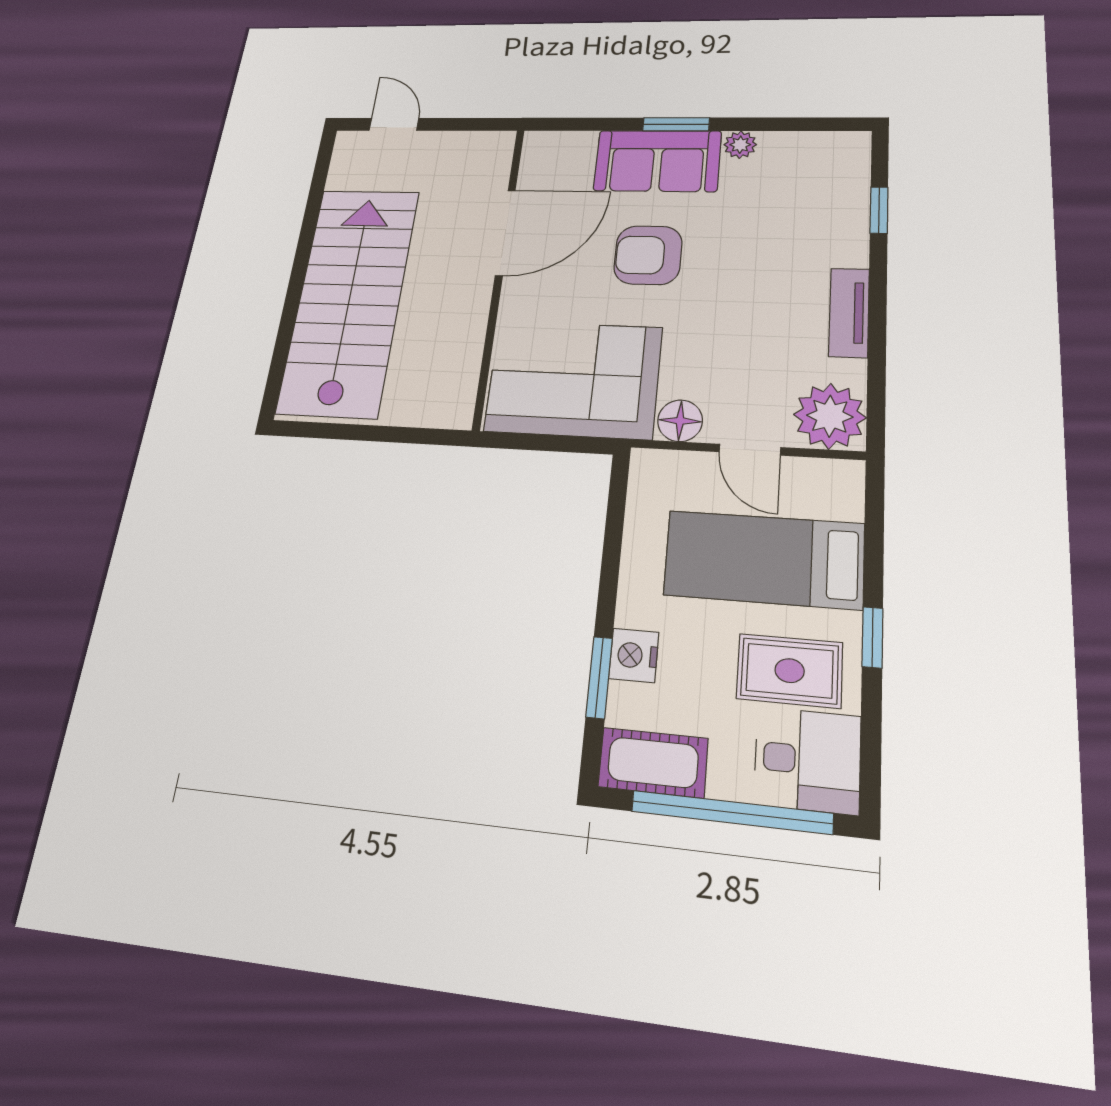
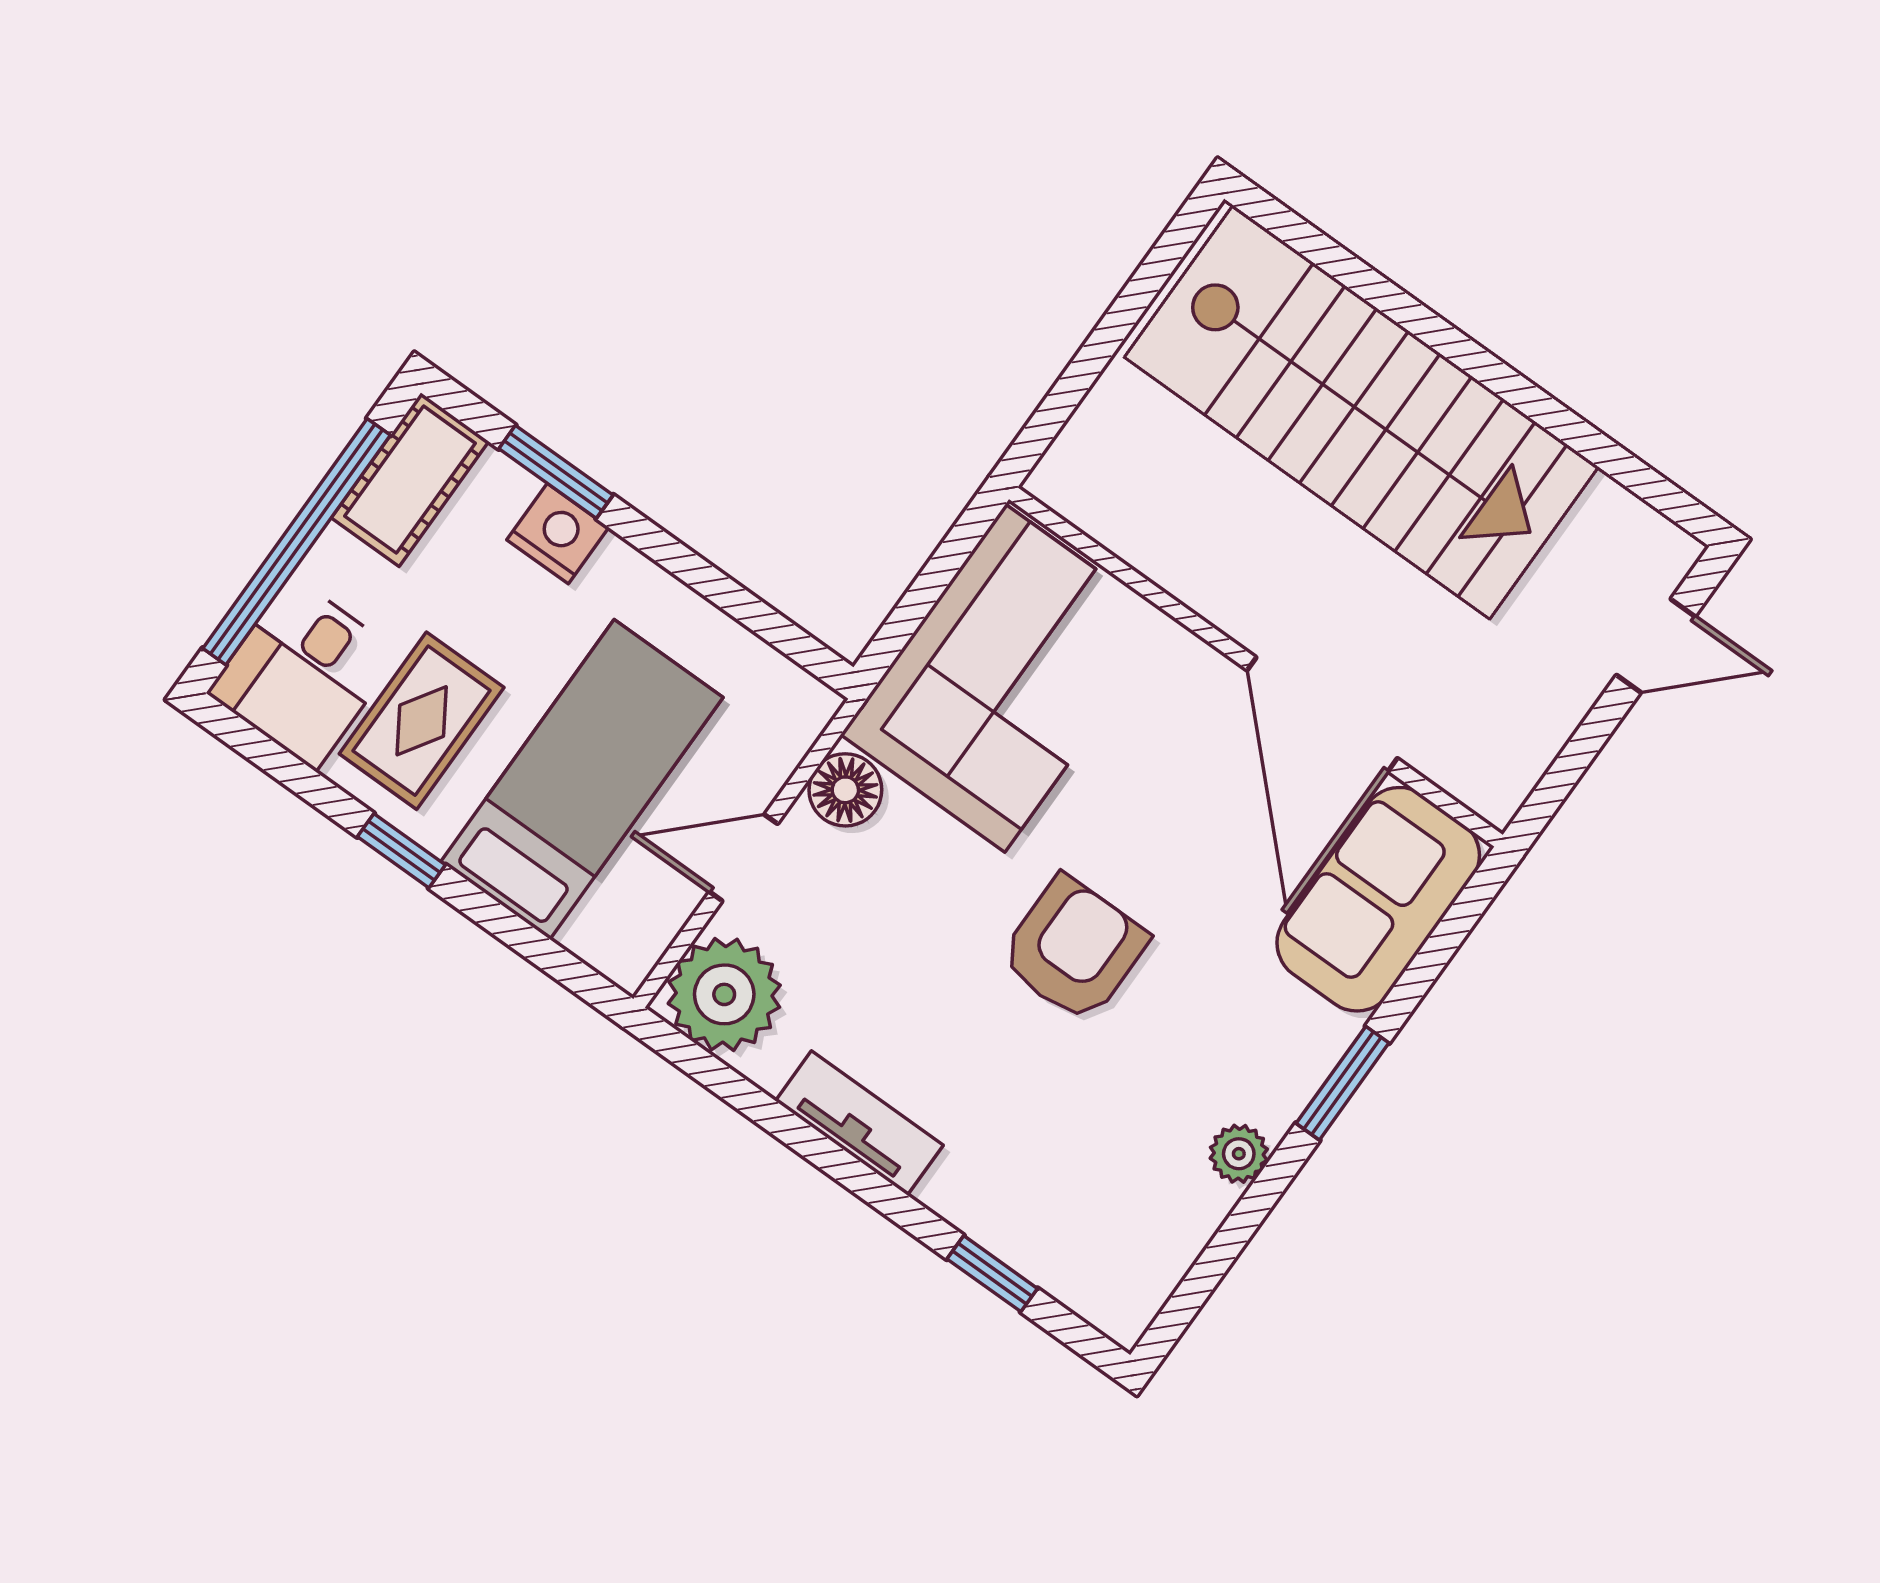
sofa: (657, 161) -> (1378, 899), moved
armchair: (648, 255) -> (1074, 949), moved

